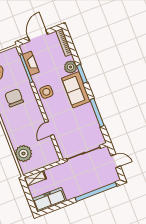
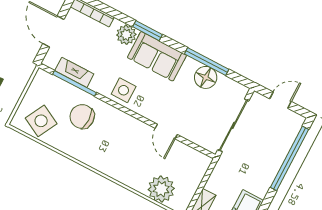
chair: (14, 98) -> (82, 117), moved
floor lamp: (90, 120) -> (206, 77), added

